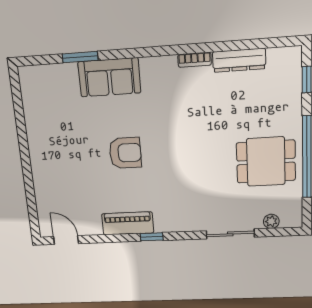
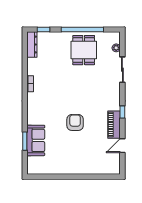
dresser: (239, 60) -> (32, 45), moved
sofa: (109, 77) -> (36, 140), moved
door: (66, 240) -> (122, 146), moved

